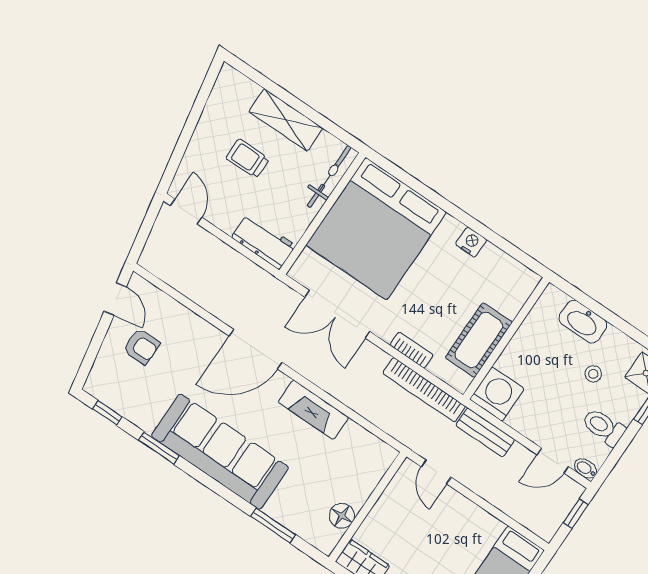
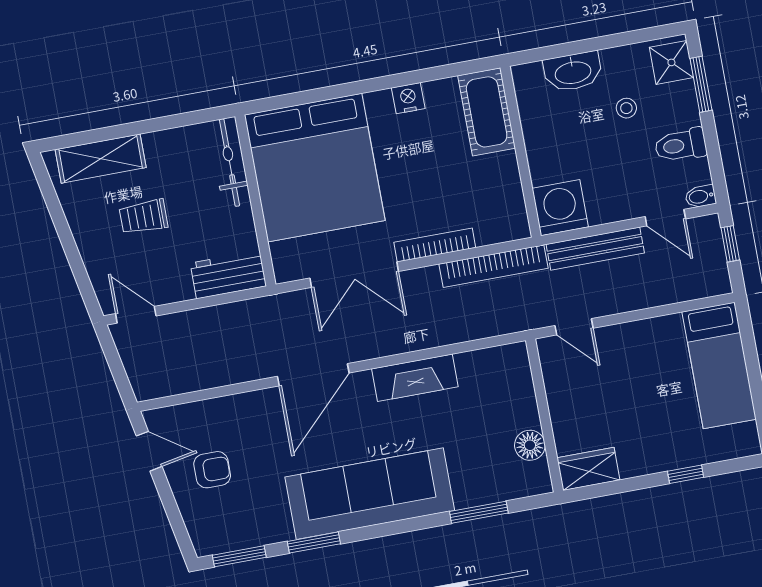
shelving: (286, 120) -> (101, 159), moved
cot: (479, 340) -> (487, 112), moved
bookcase: (412, 350) -> (435, 245), width x1.56
window: (107, 413) -> (239, 556), width x1.50
bench: (485, 432) -> (595, 249), width x1.36
door: (553, 461) -> (665, 218), hinge flipped

